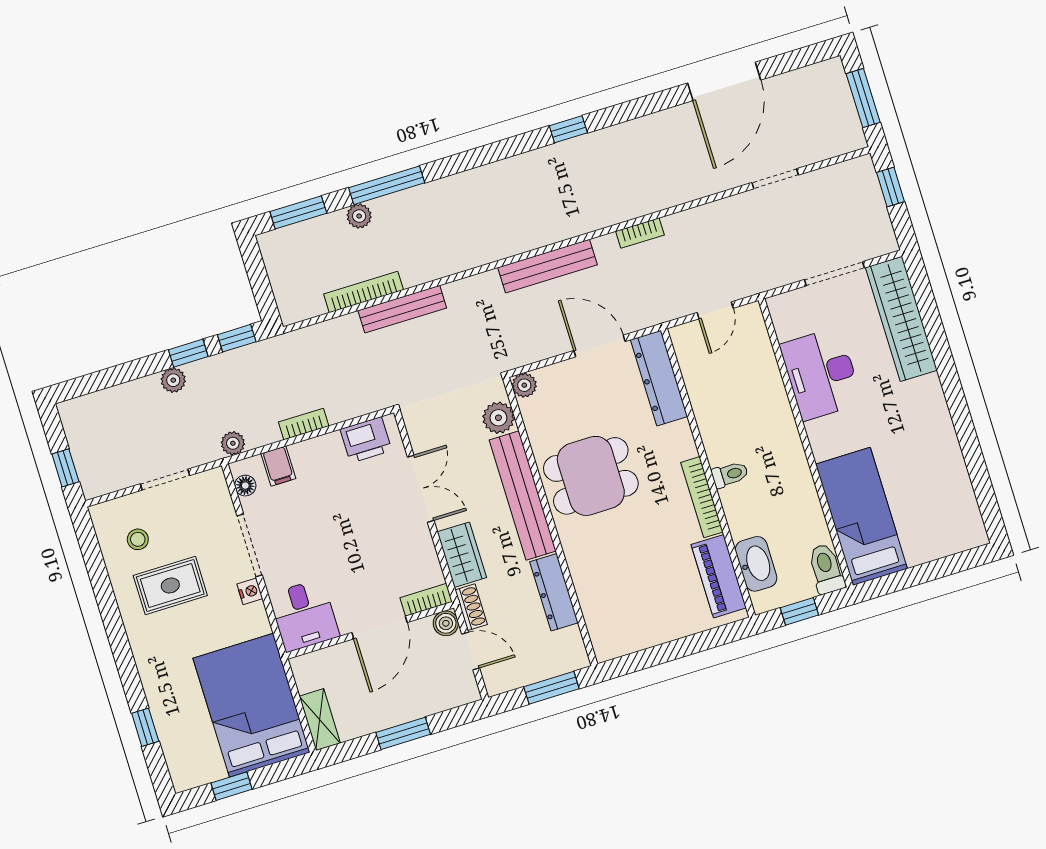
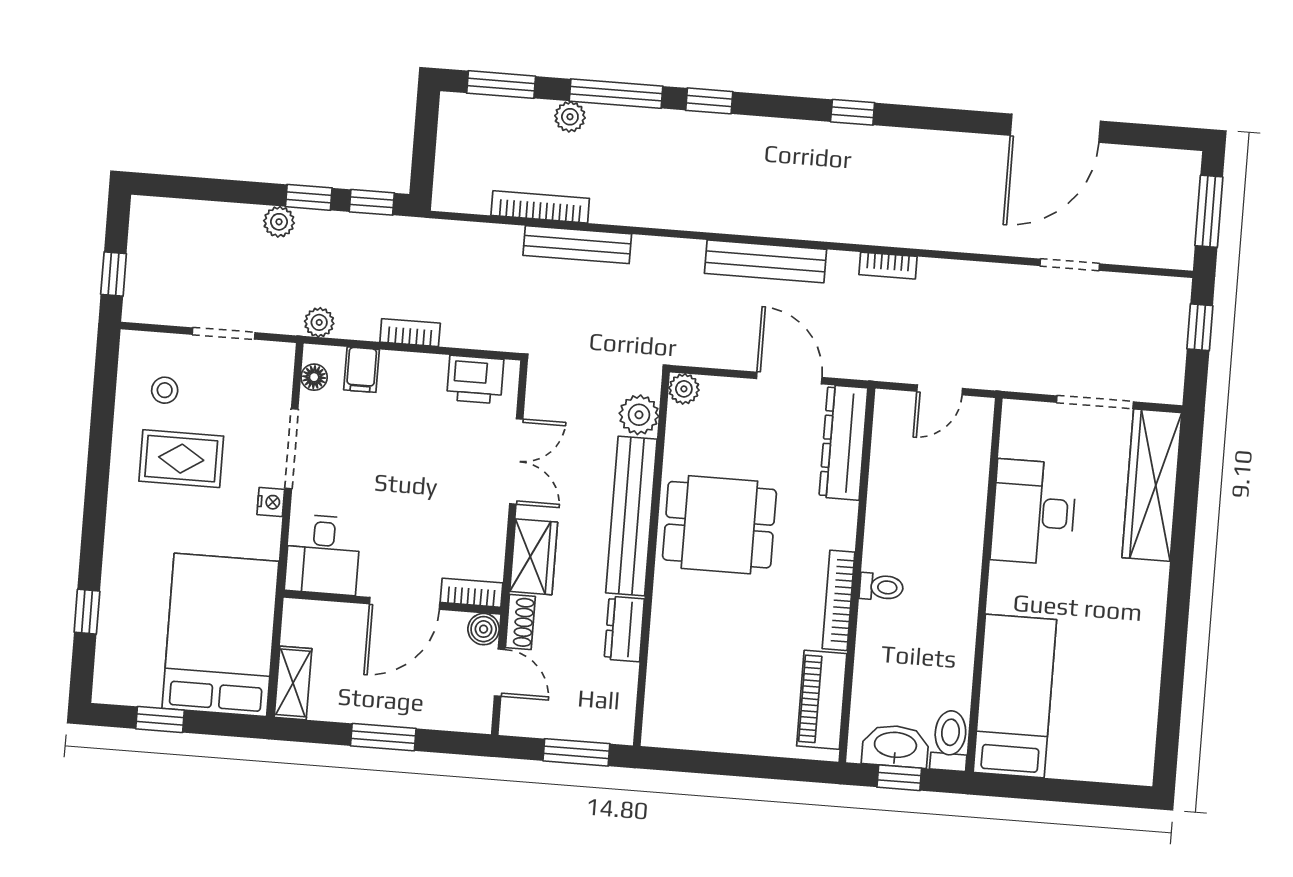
window: (458, 163) -> (709, 101), added
washbasin: (756, 564) -> (895, 746), moved, turned -90
dresser: (554, 592) -> (624, 629), width x0.70

